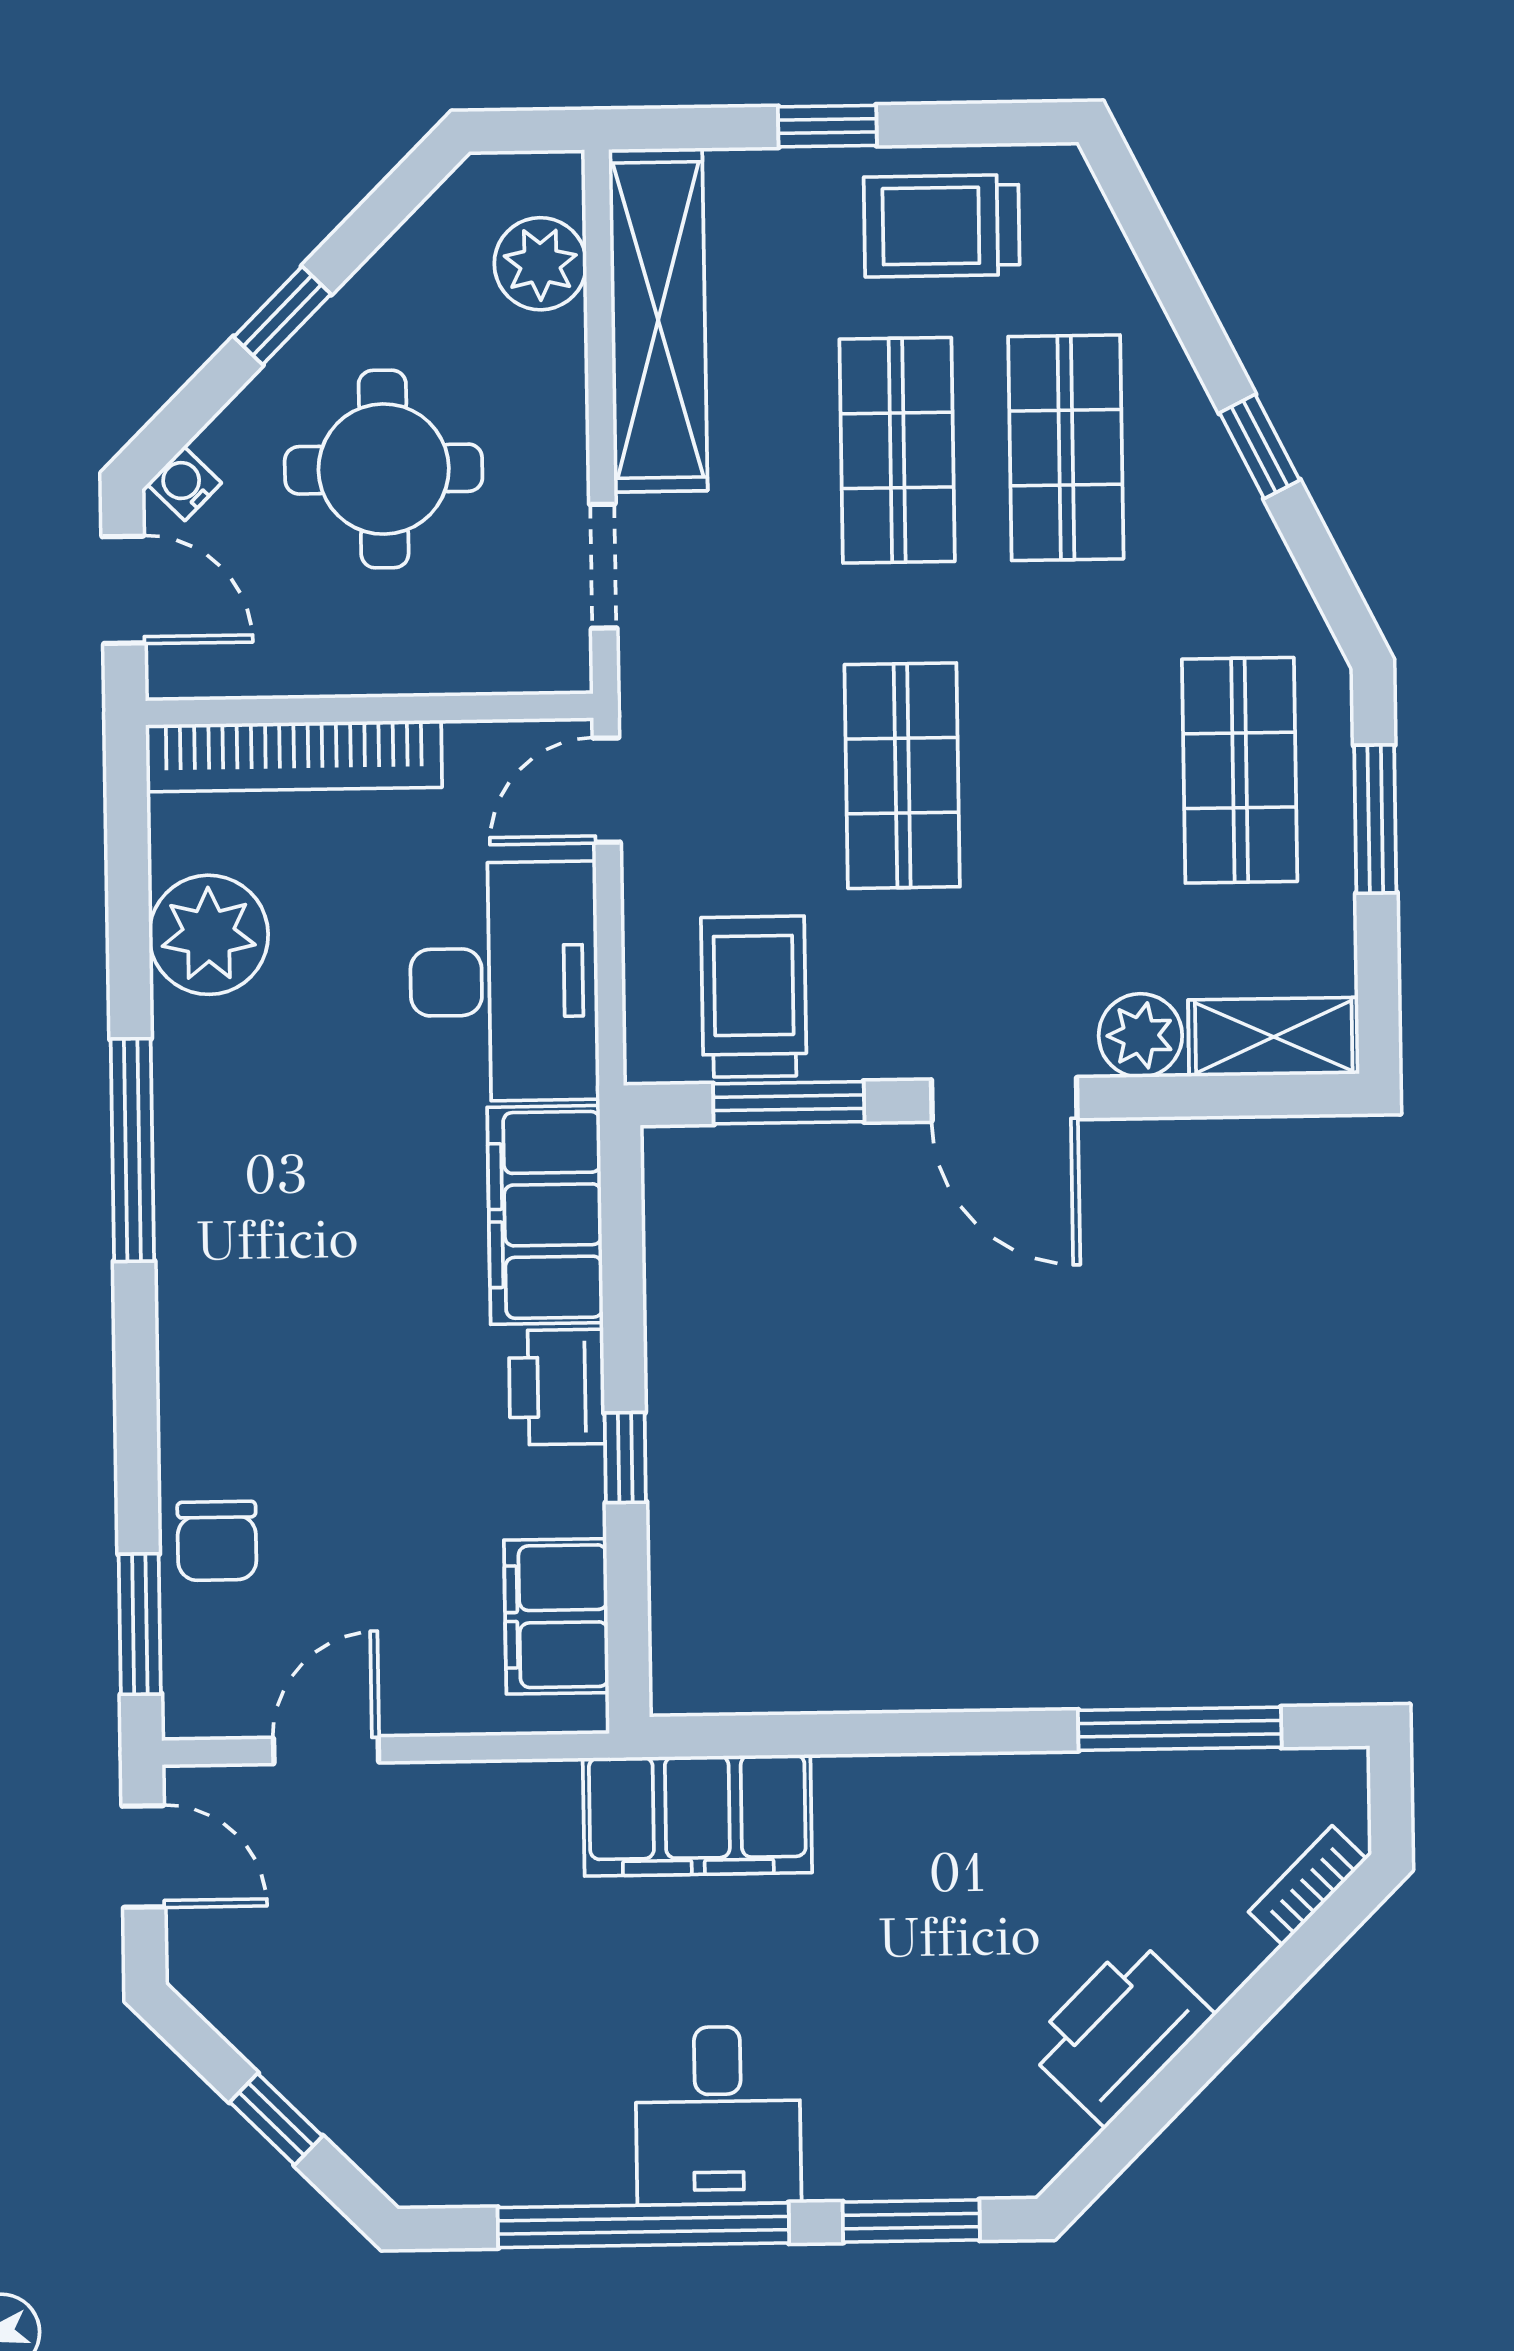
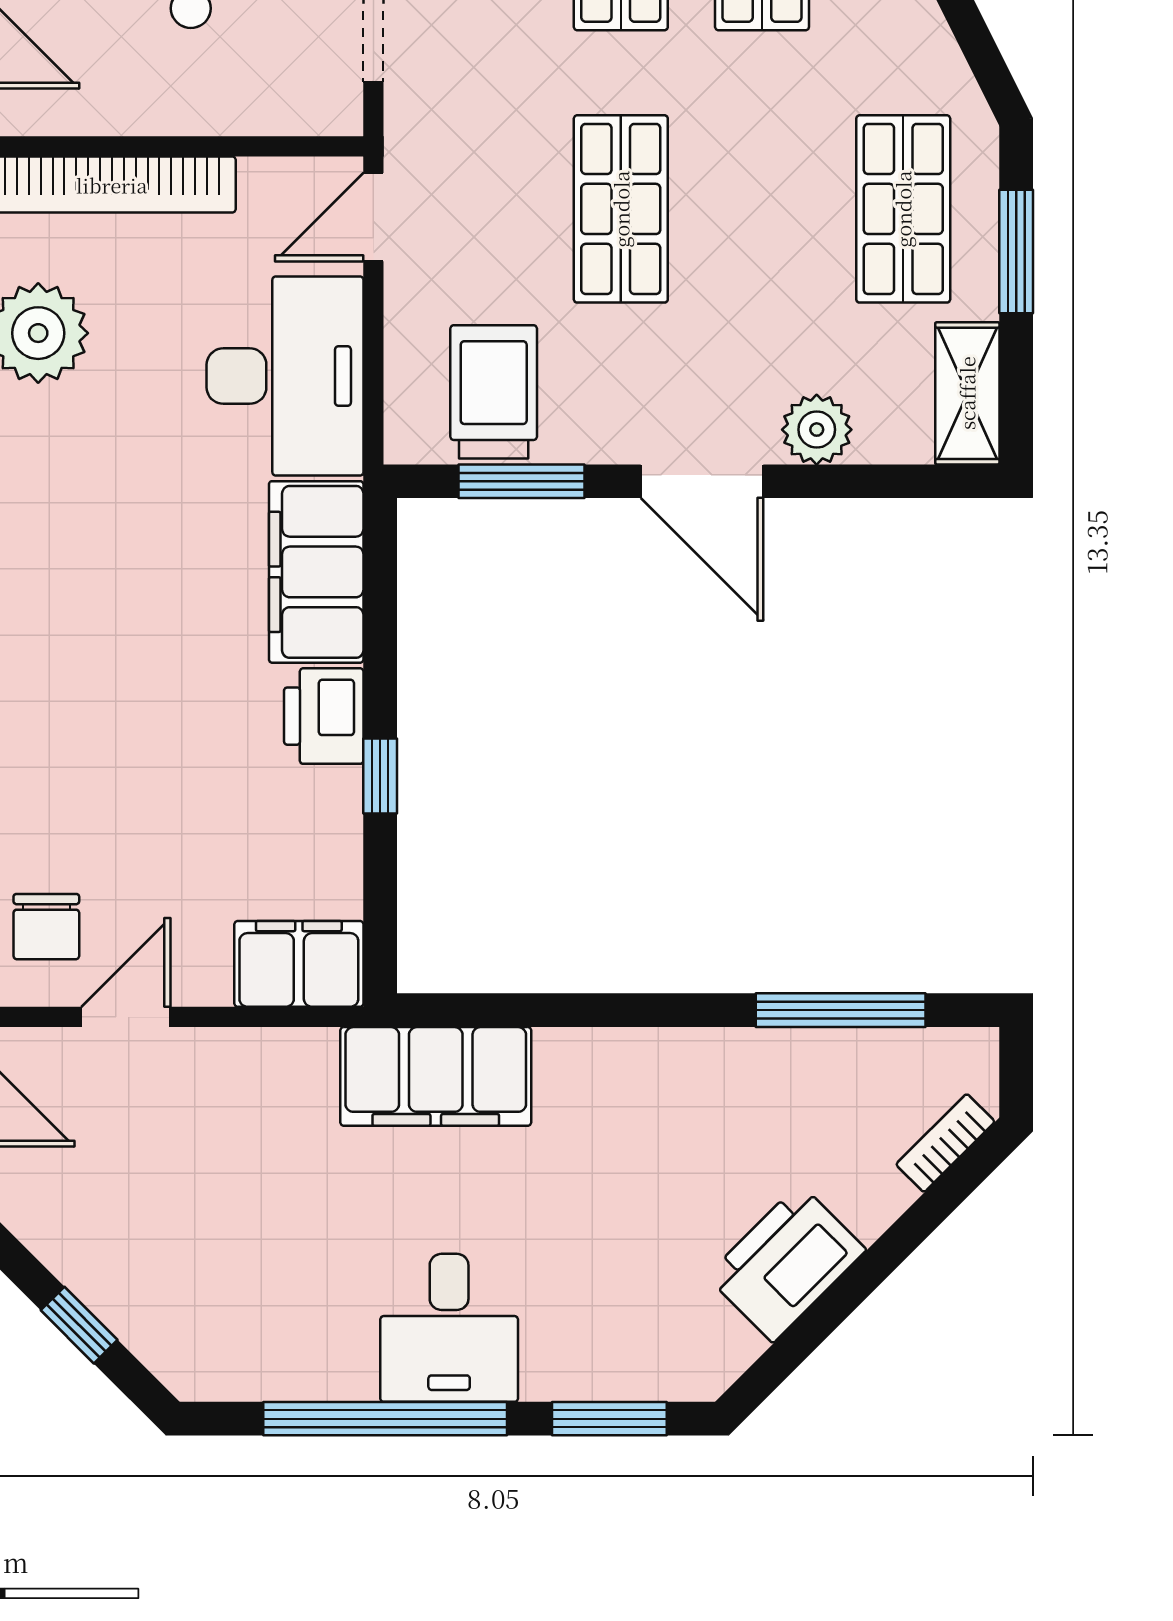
shelving: (1274, 1037) -> (967, 393), moved, turned 90
chair: (217, 1541) -> (46, 927), moved
filing cabinet: (556, 1616) -> (299, 964), moved, turned 90

